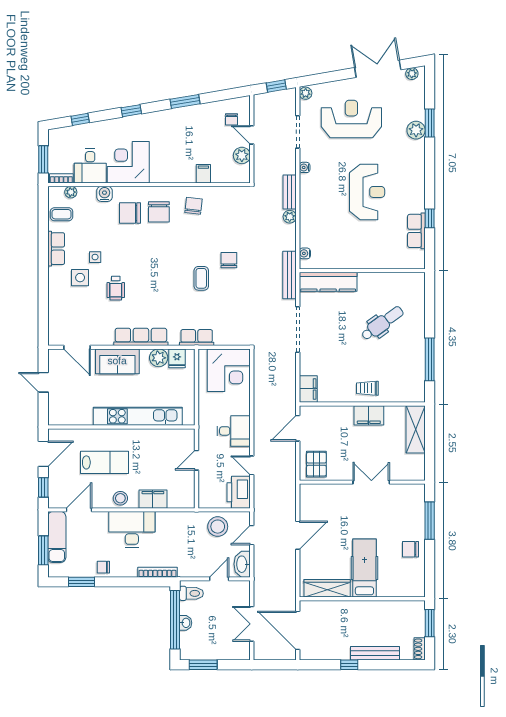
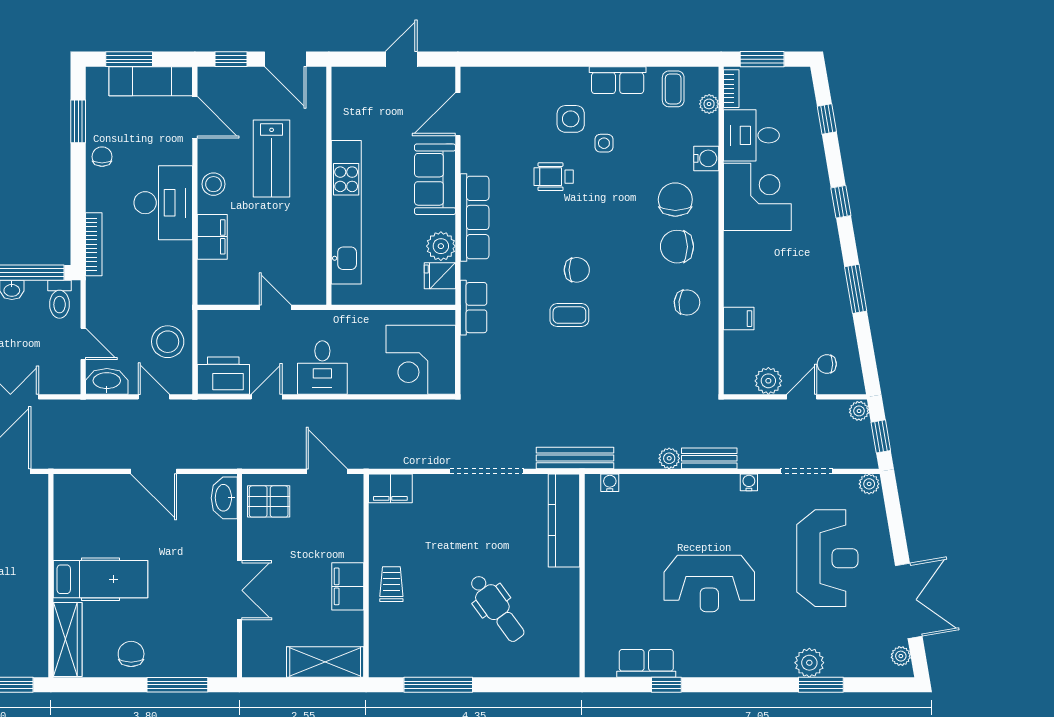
plant: (260, 99) -> (859, 411), added
chair: (229, 260) -> (577, 270), moved
washbasin: (314, 492) -> (224, 498), added
wardrobe: (327, 588) -> (68, 640), moved

